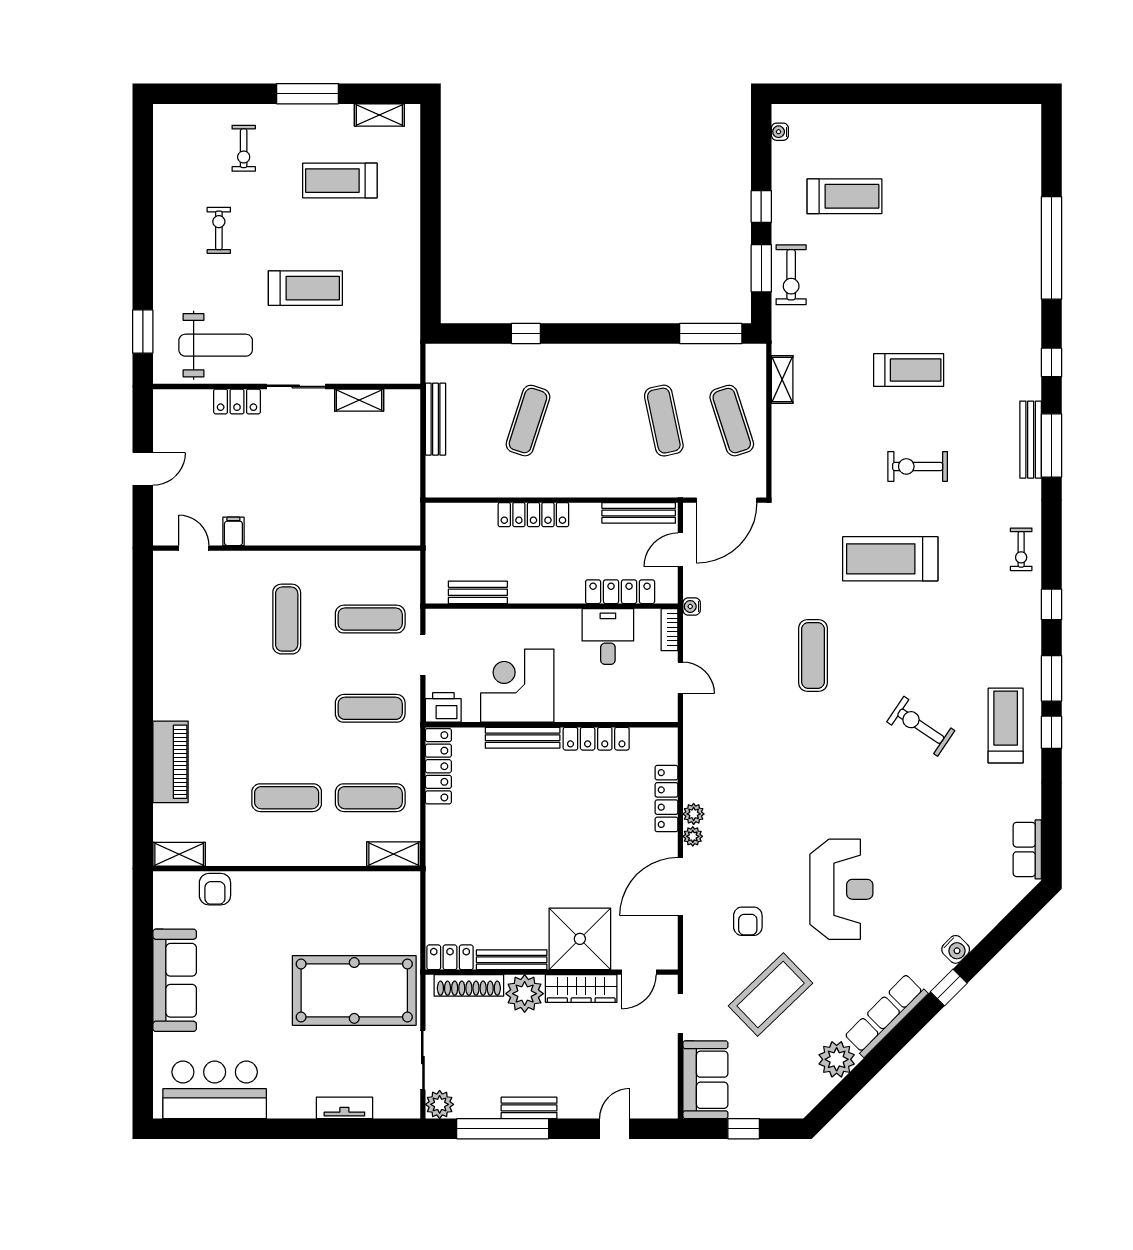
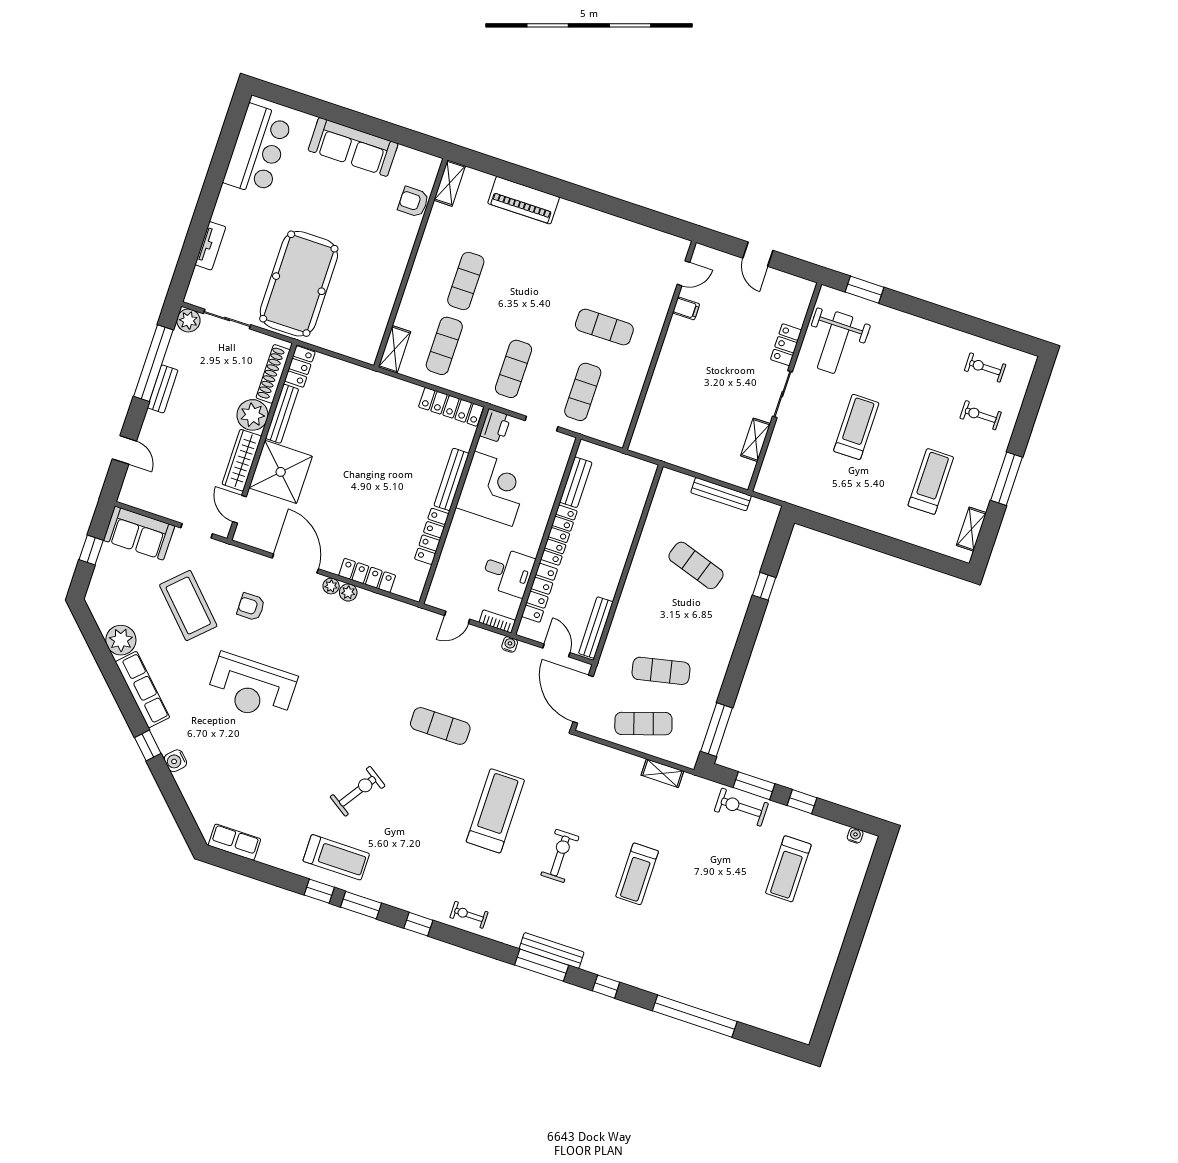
exercise bike: (219, 230) -> (985, 368), moved, turned 180
treadmill: (305, 288) -> (856, 427), turned 180
locker: (533, 515) -> (559, 535), moved, turned 180

